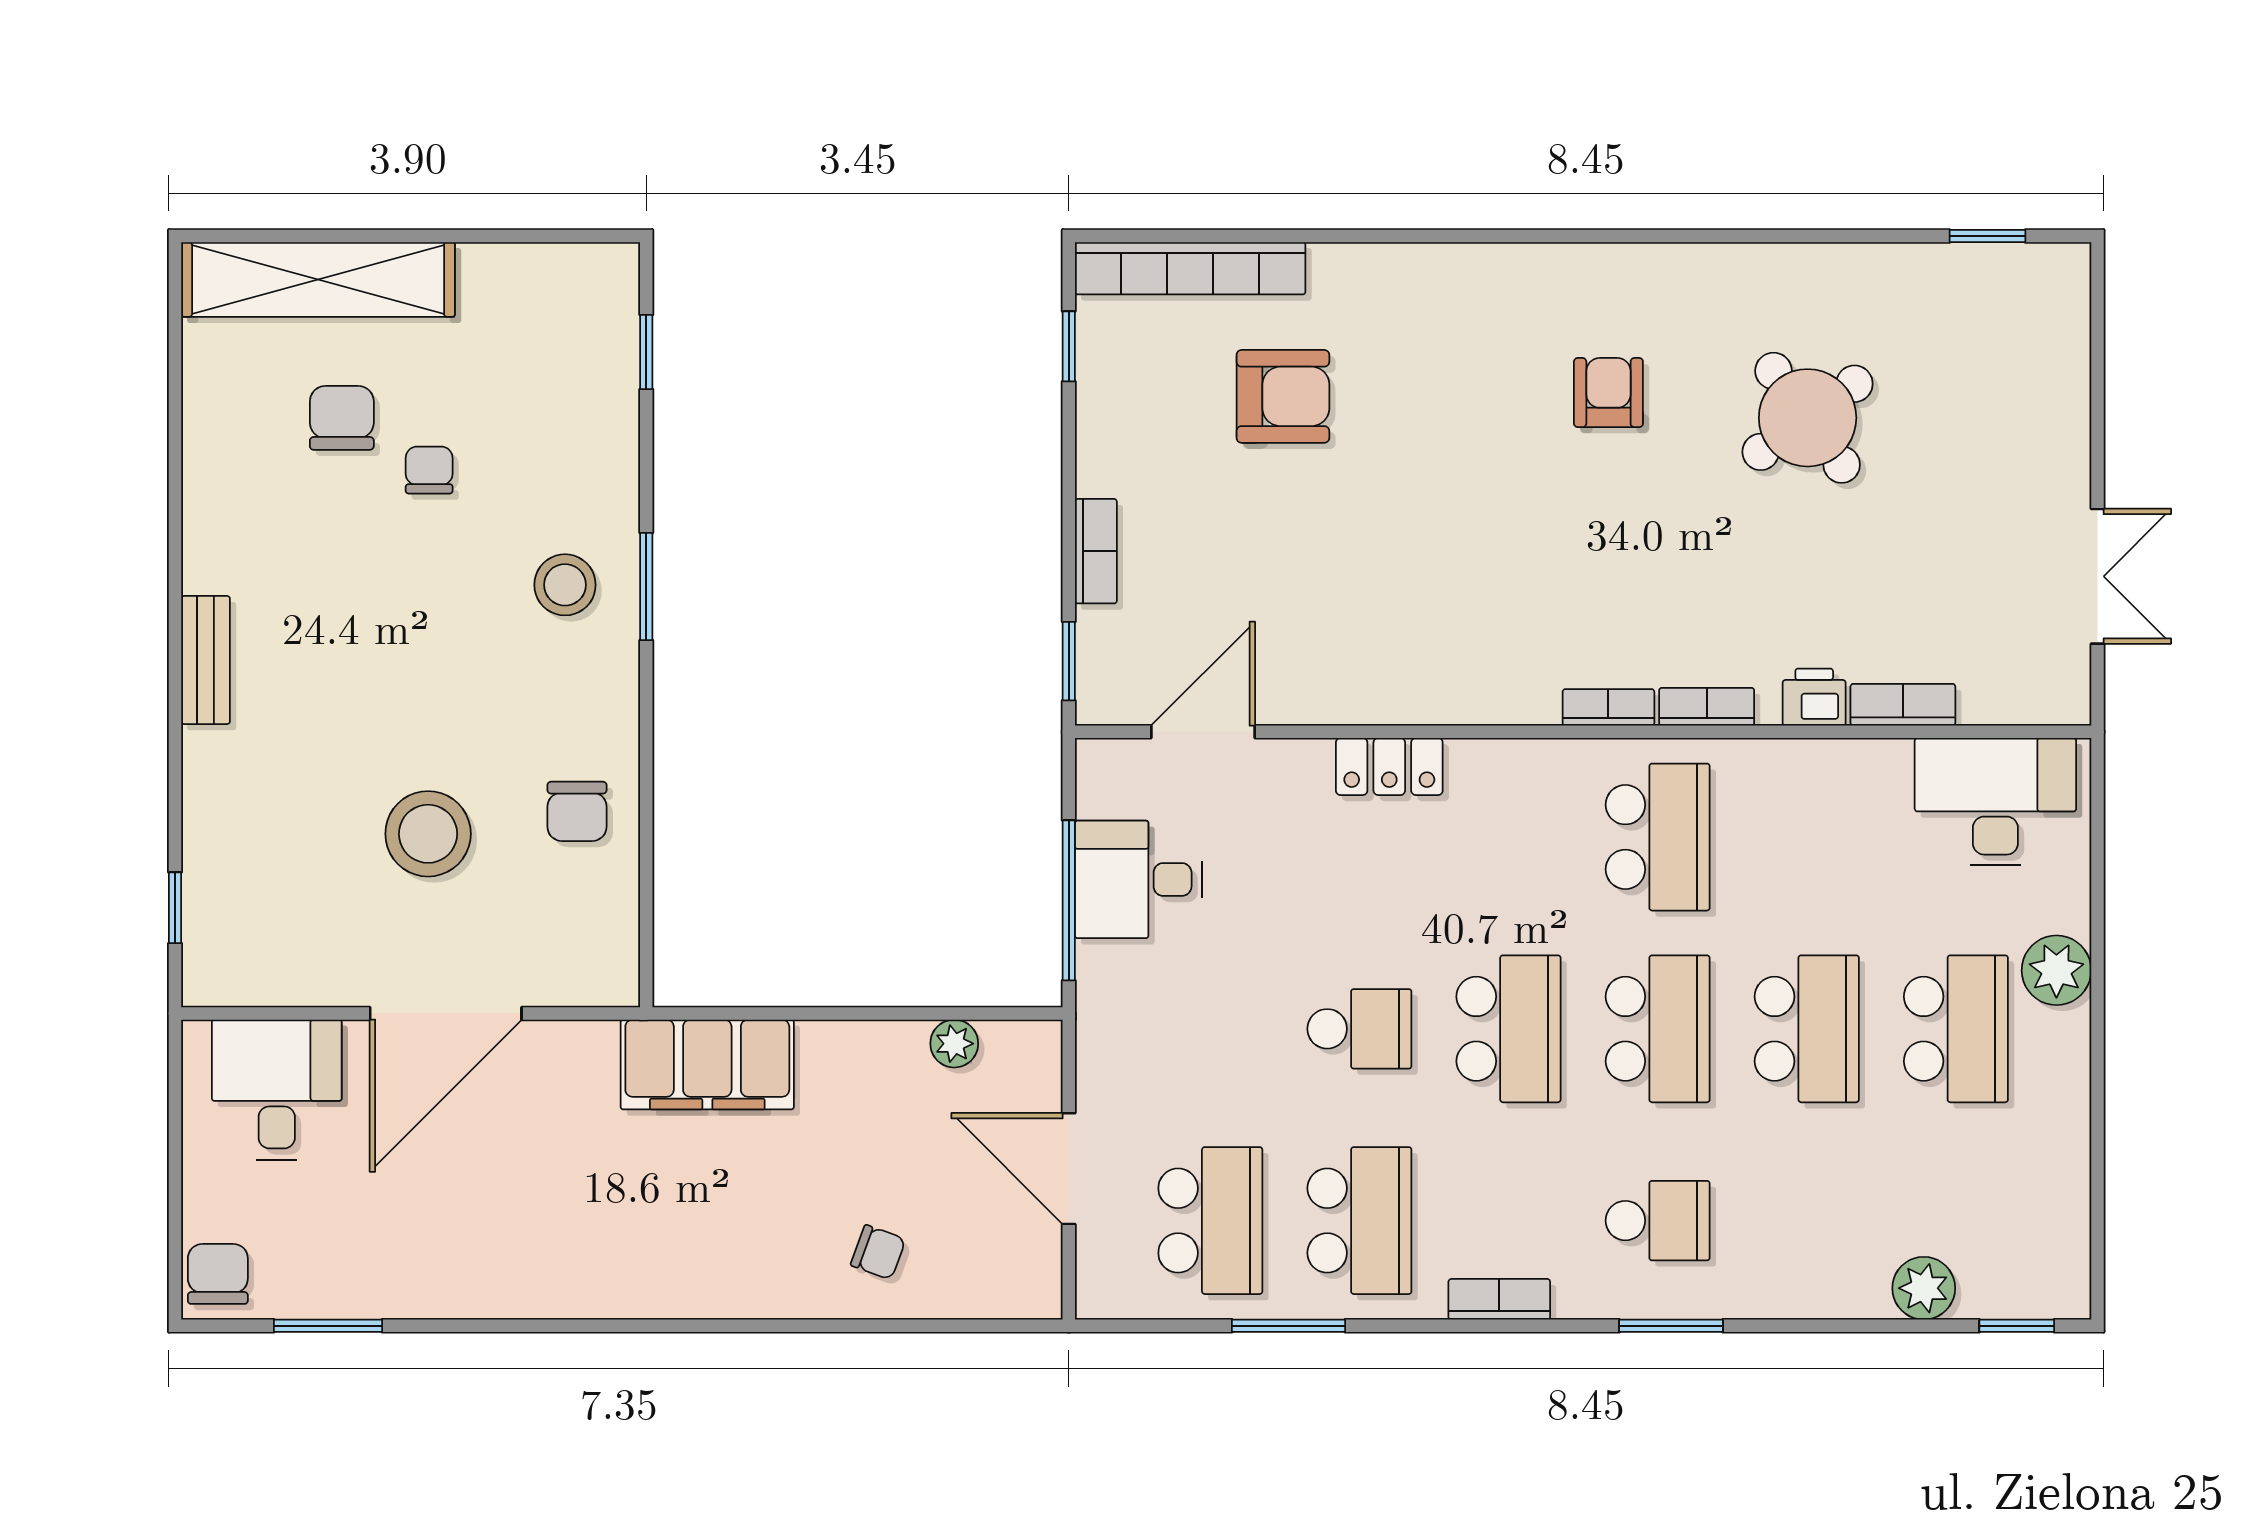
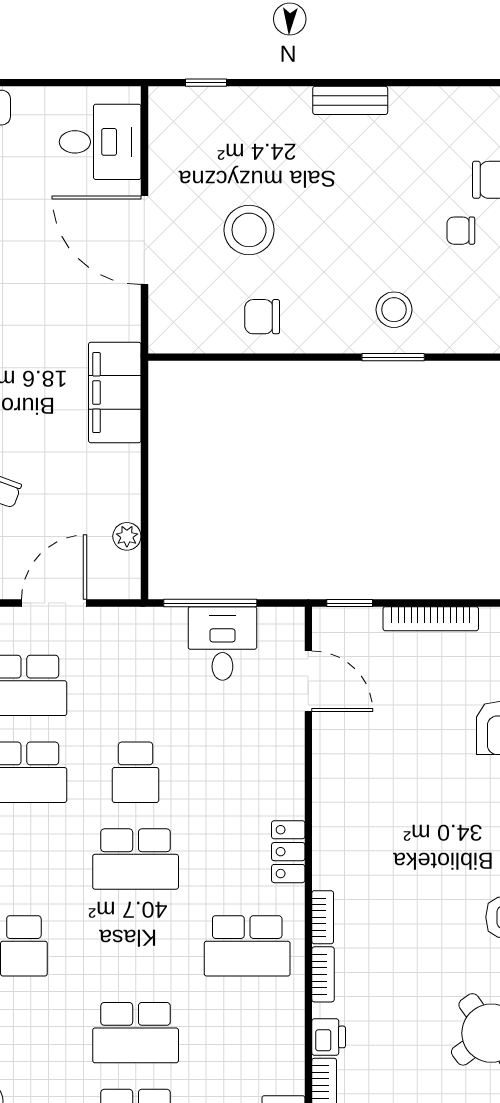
chair: (429, 470) -> (461, 231), turned 180
bookcase: (1096, 551) -> (431, 619), width x1.56
locker: (1389, 767) -> (288, 852), moved
school desk: (1658, 1029) -> (136, 946), removed

